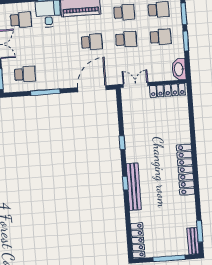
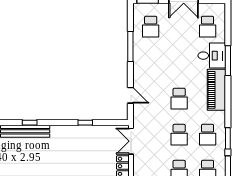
double door: (136, 85) -> (131, 141), swing flipped
door: (92, 89) -> (130, 95), width x0.53
window: (122, 143) -> (85, 123), moved

